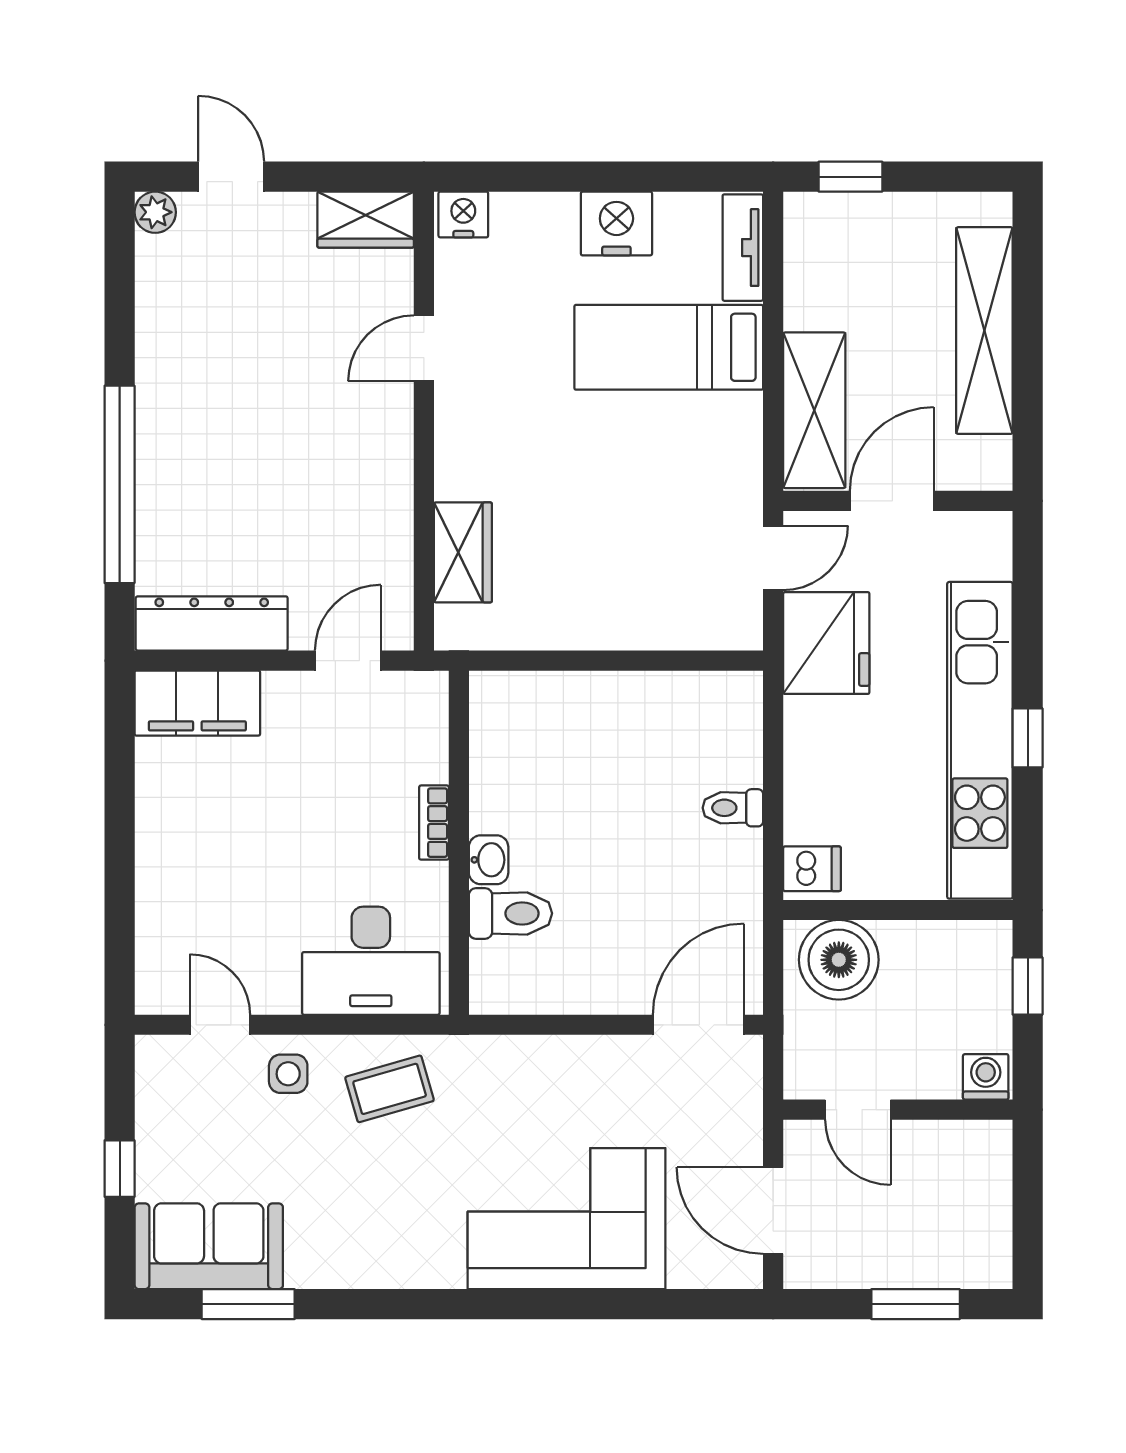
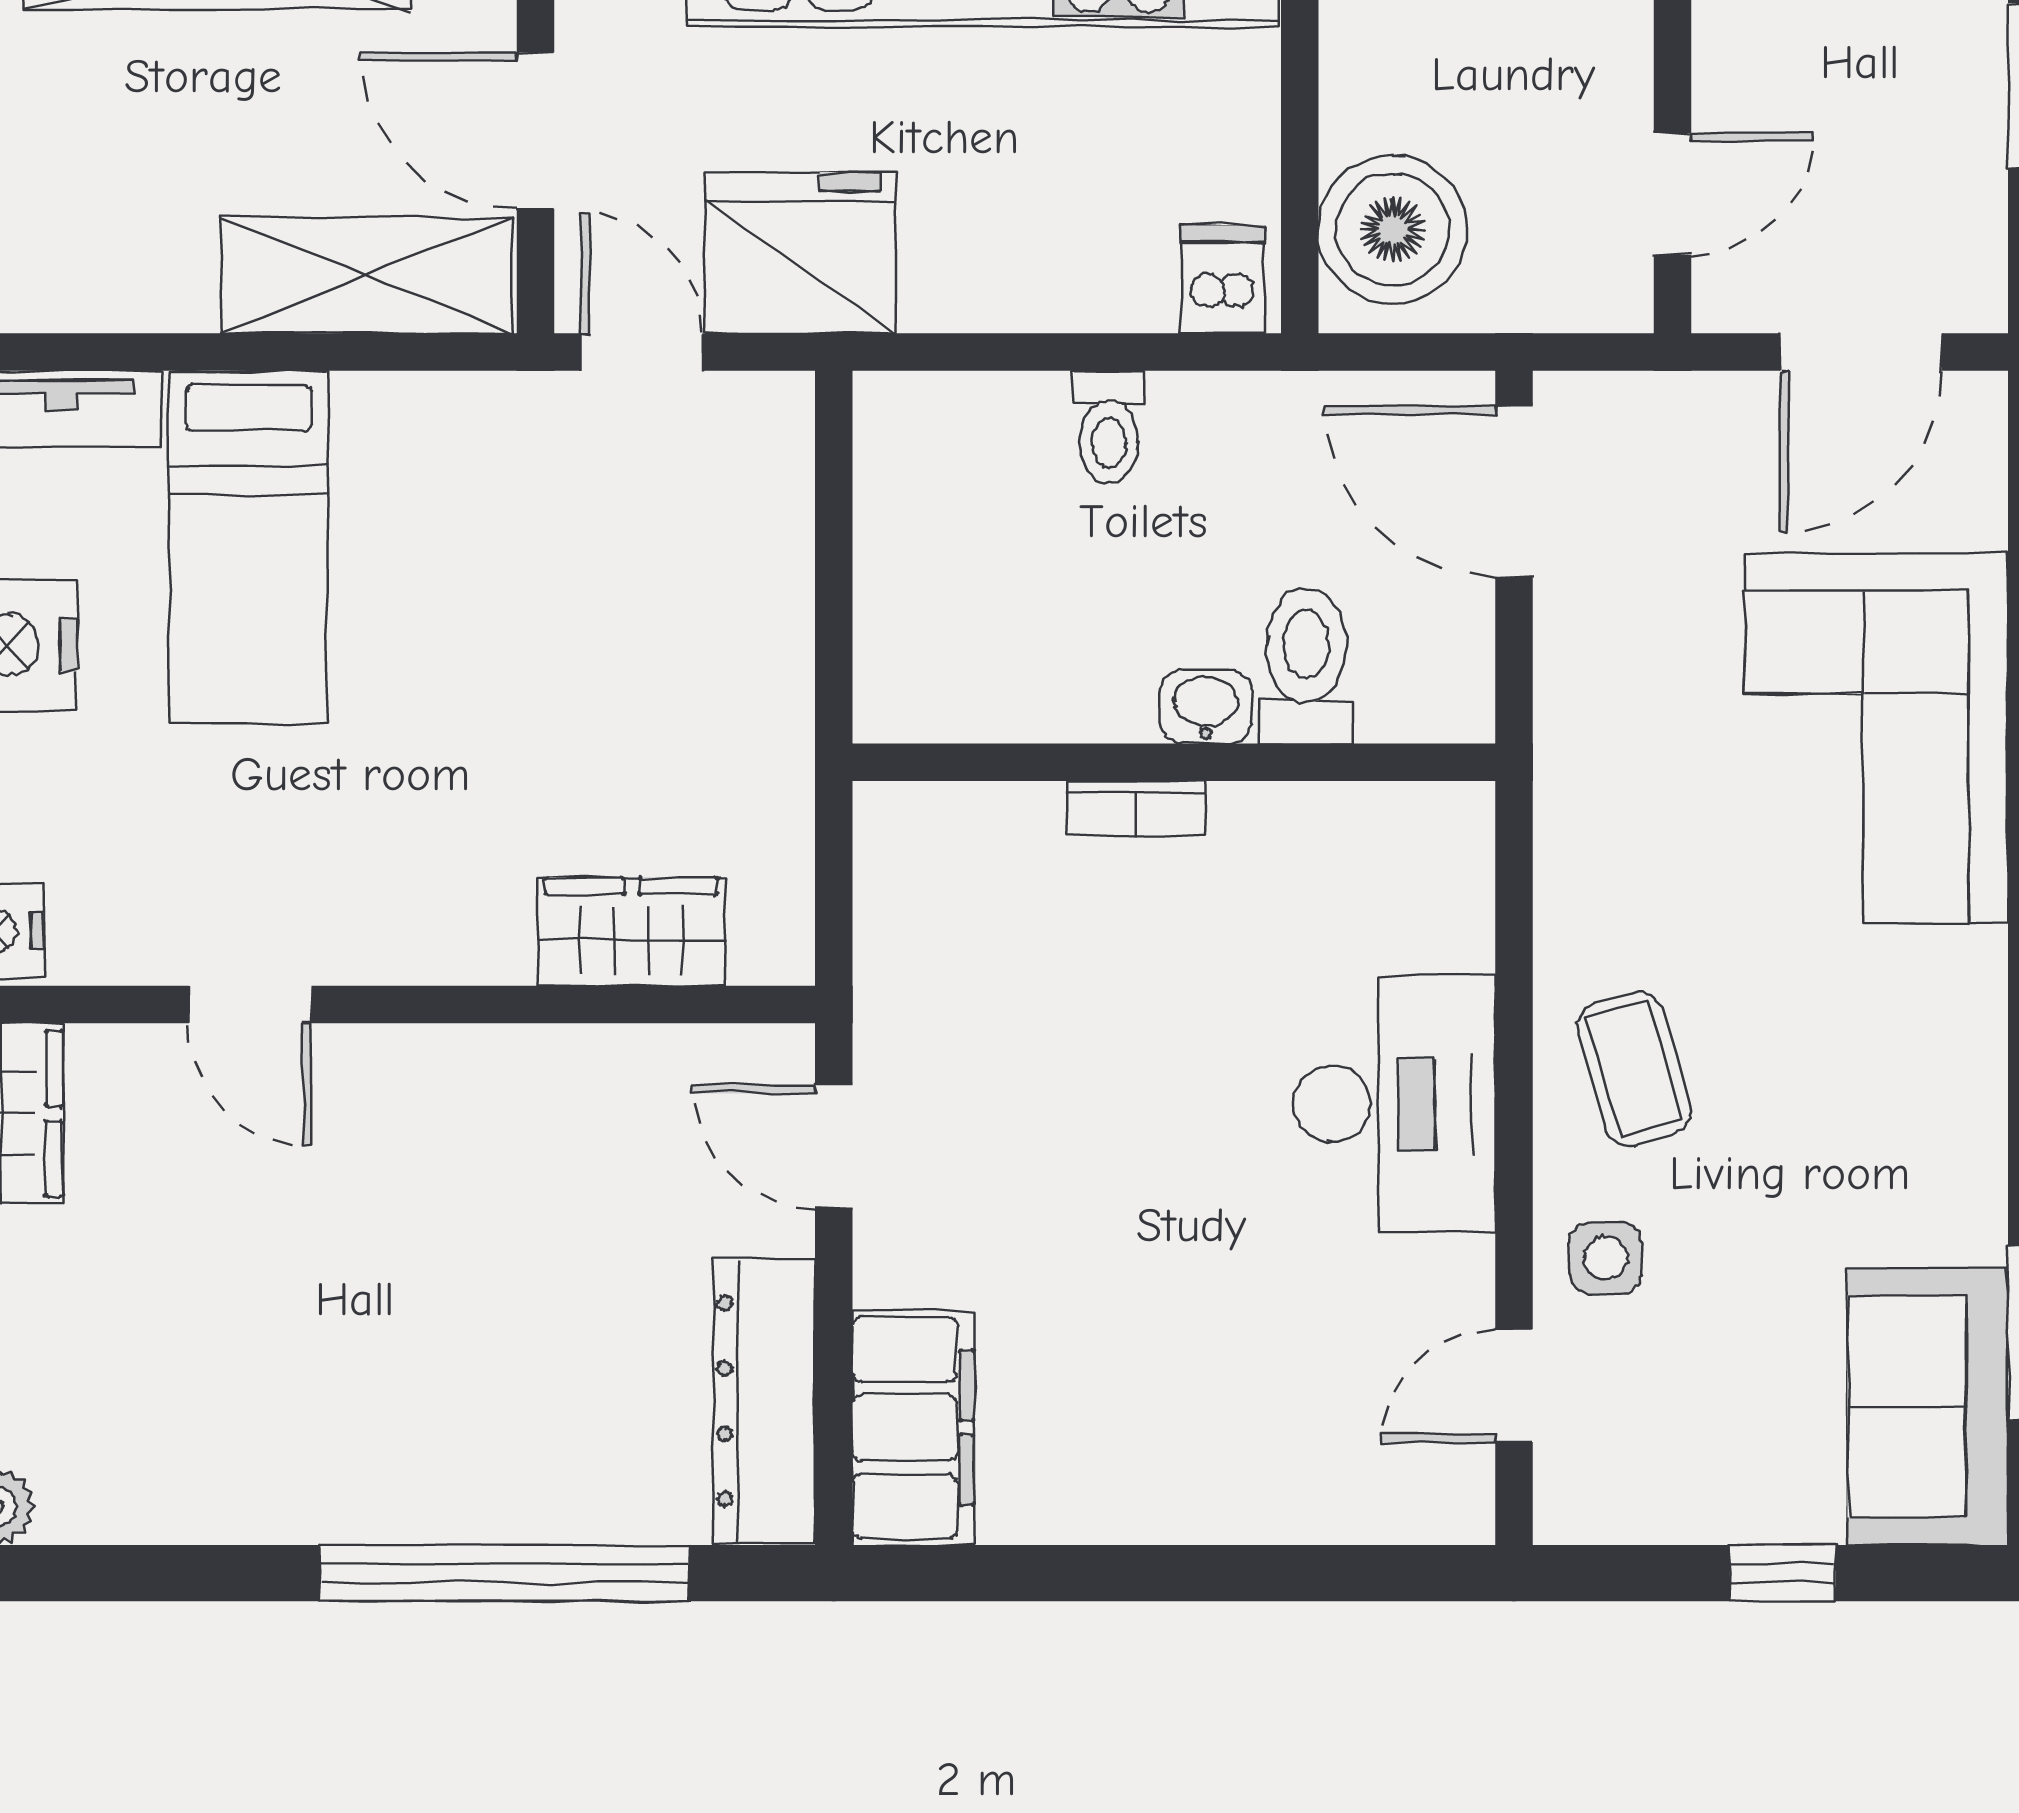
bookcase: (434, 823) -> (1136, 809), moved
wall: (459, 843) -> (1174, 762), moved
washbasin: (489, 860) -> (1206, 707), moved
toilet: (510, 913) -> (1306, 666), moved

